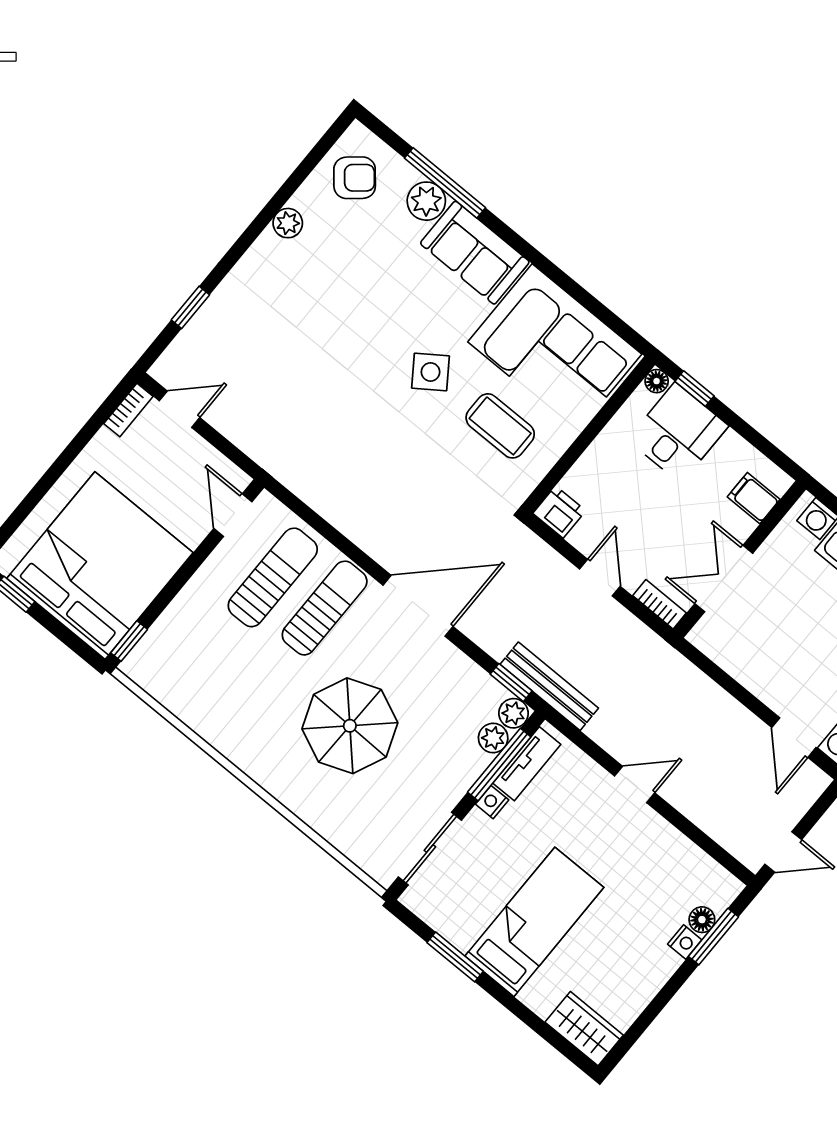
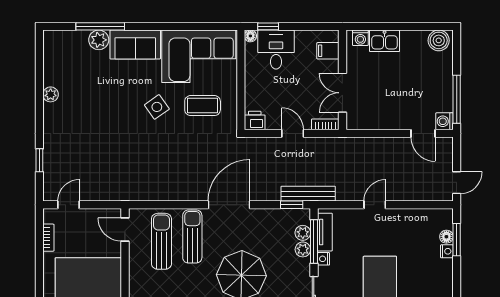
armchair: (355, 178) -> (62, 54), removed
bookcase: (128, 410) -> (48, 238), moved
plant: (514, 713) -> (303, 249), moved

